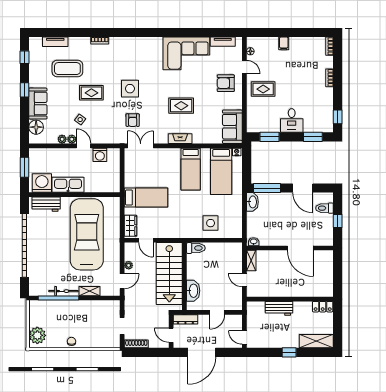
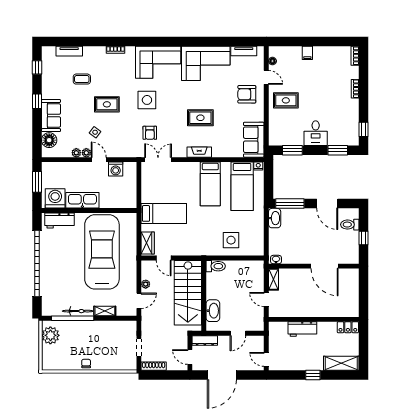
corner sofa: (141, 52) -> (158, 62), added
coffee table: (67, 69) -> (82, 79), width x0.54, depth x0.58
plant: (37, 335) -> (50, 335), moved

